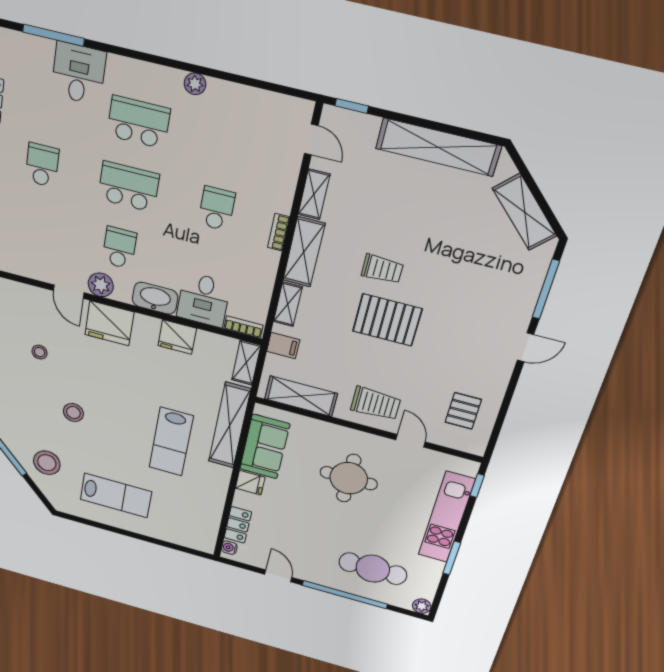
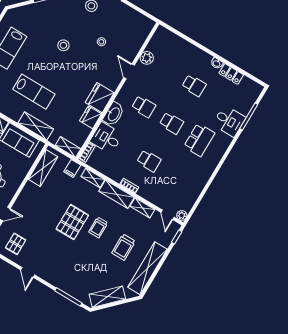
plant: (195, 84) -> (182, 215), moved
door: (311, 139) -> (168, 215), hinge flipped
school desk: (129, 187) -> (171, 123), width x0.54
plant: (101, 285) -> (147, 58), moved
door: (69, 292) -> (129, 71), hinge flipped
fridge: (109, 323) -> (100, 98), moved
door: (525, 347) -> (28, 272), moved
trolley: (376, 404) -> (124, 247), moved
pallet: (463, 411) -> (16, 244), turned 90
shelving: (230, 425) -> (36, 126), width x0.68
lab bench: (171, 442) -> (34, 92), turned 180
stool: (47, 463) -> (38, 17), removed

